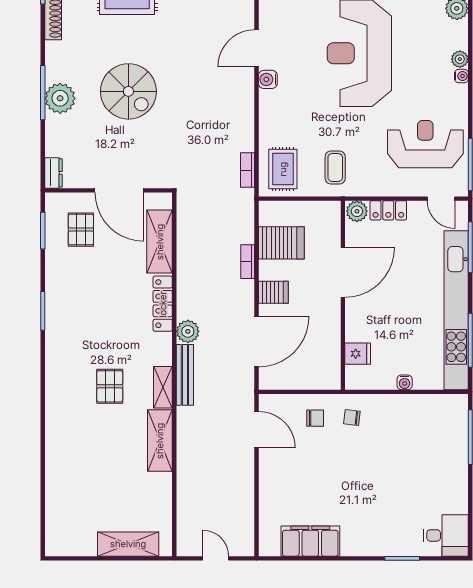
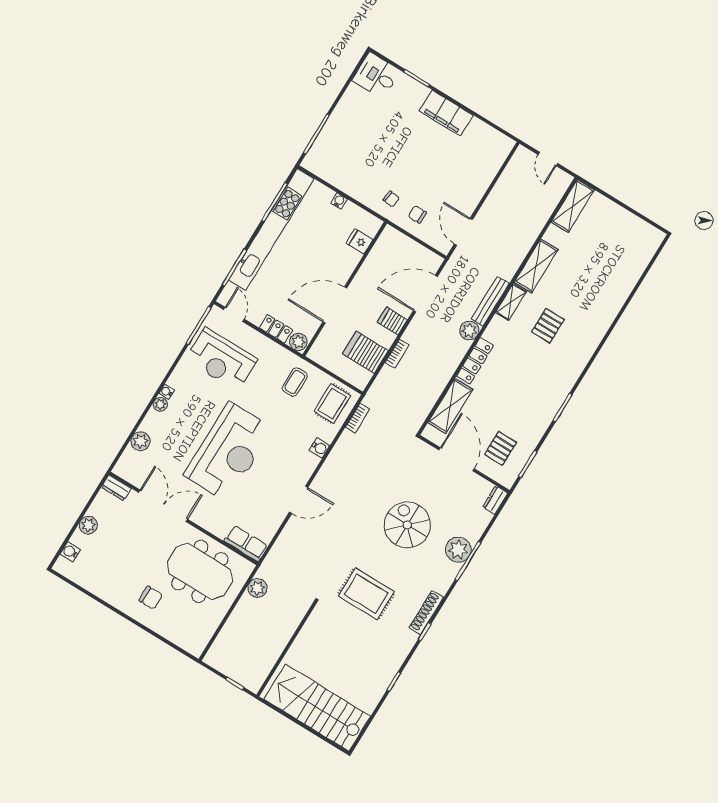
water cooler: (268, 79) -> (319, 448), moved
filing cabinet: (310, 541) -> (446, 113), moved
shelving: (128, 544) -> (573, 206), moved, turned 90

